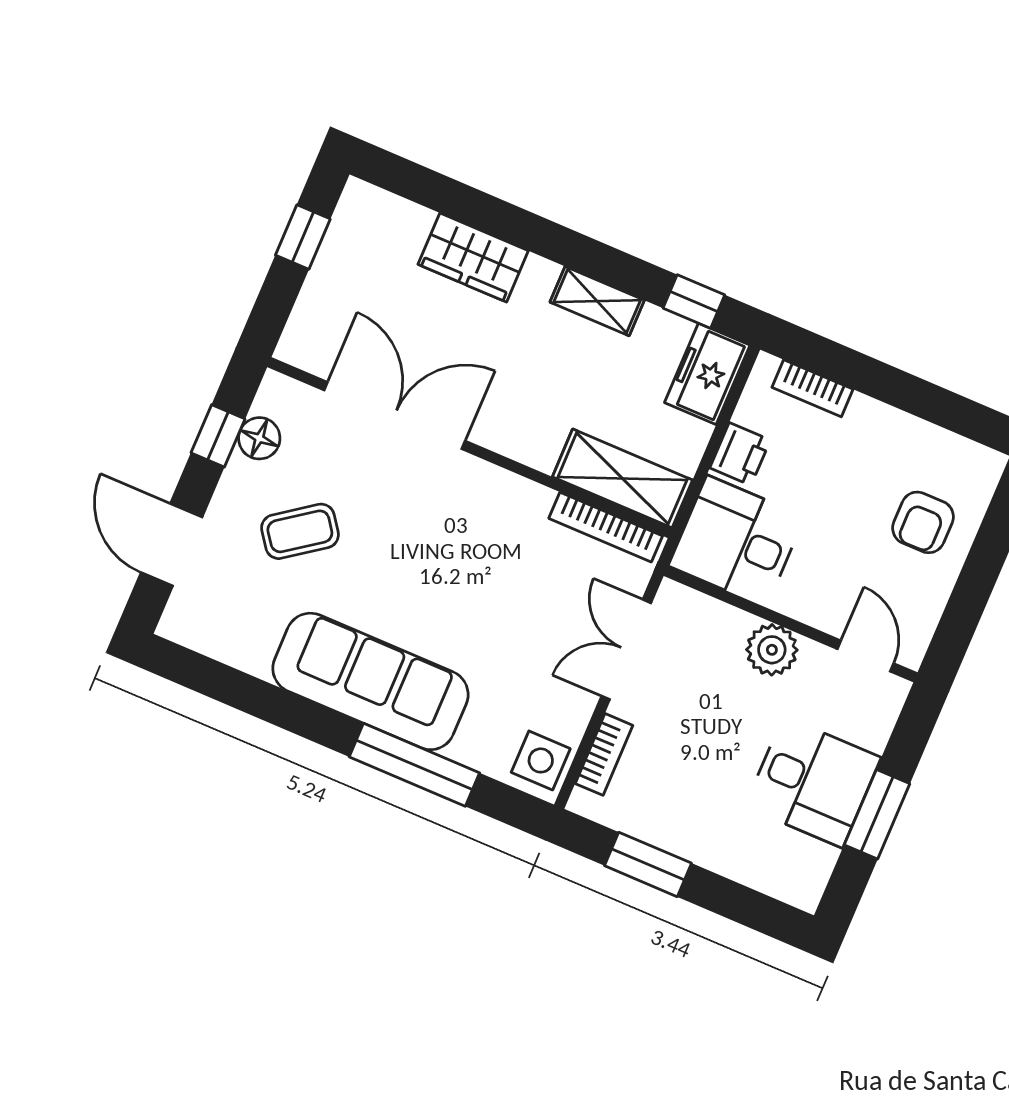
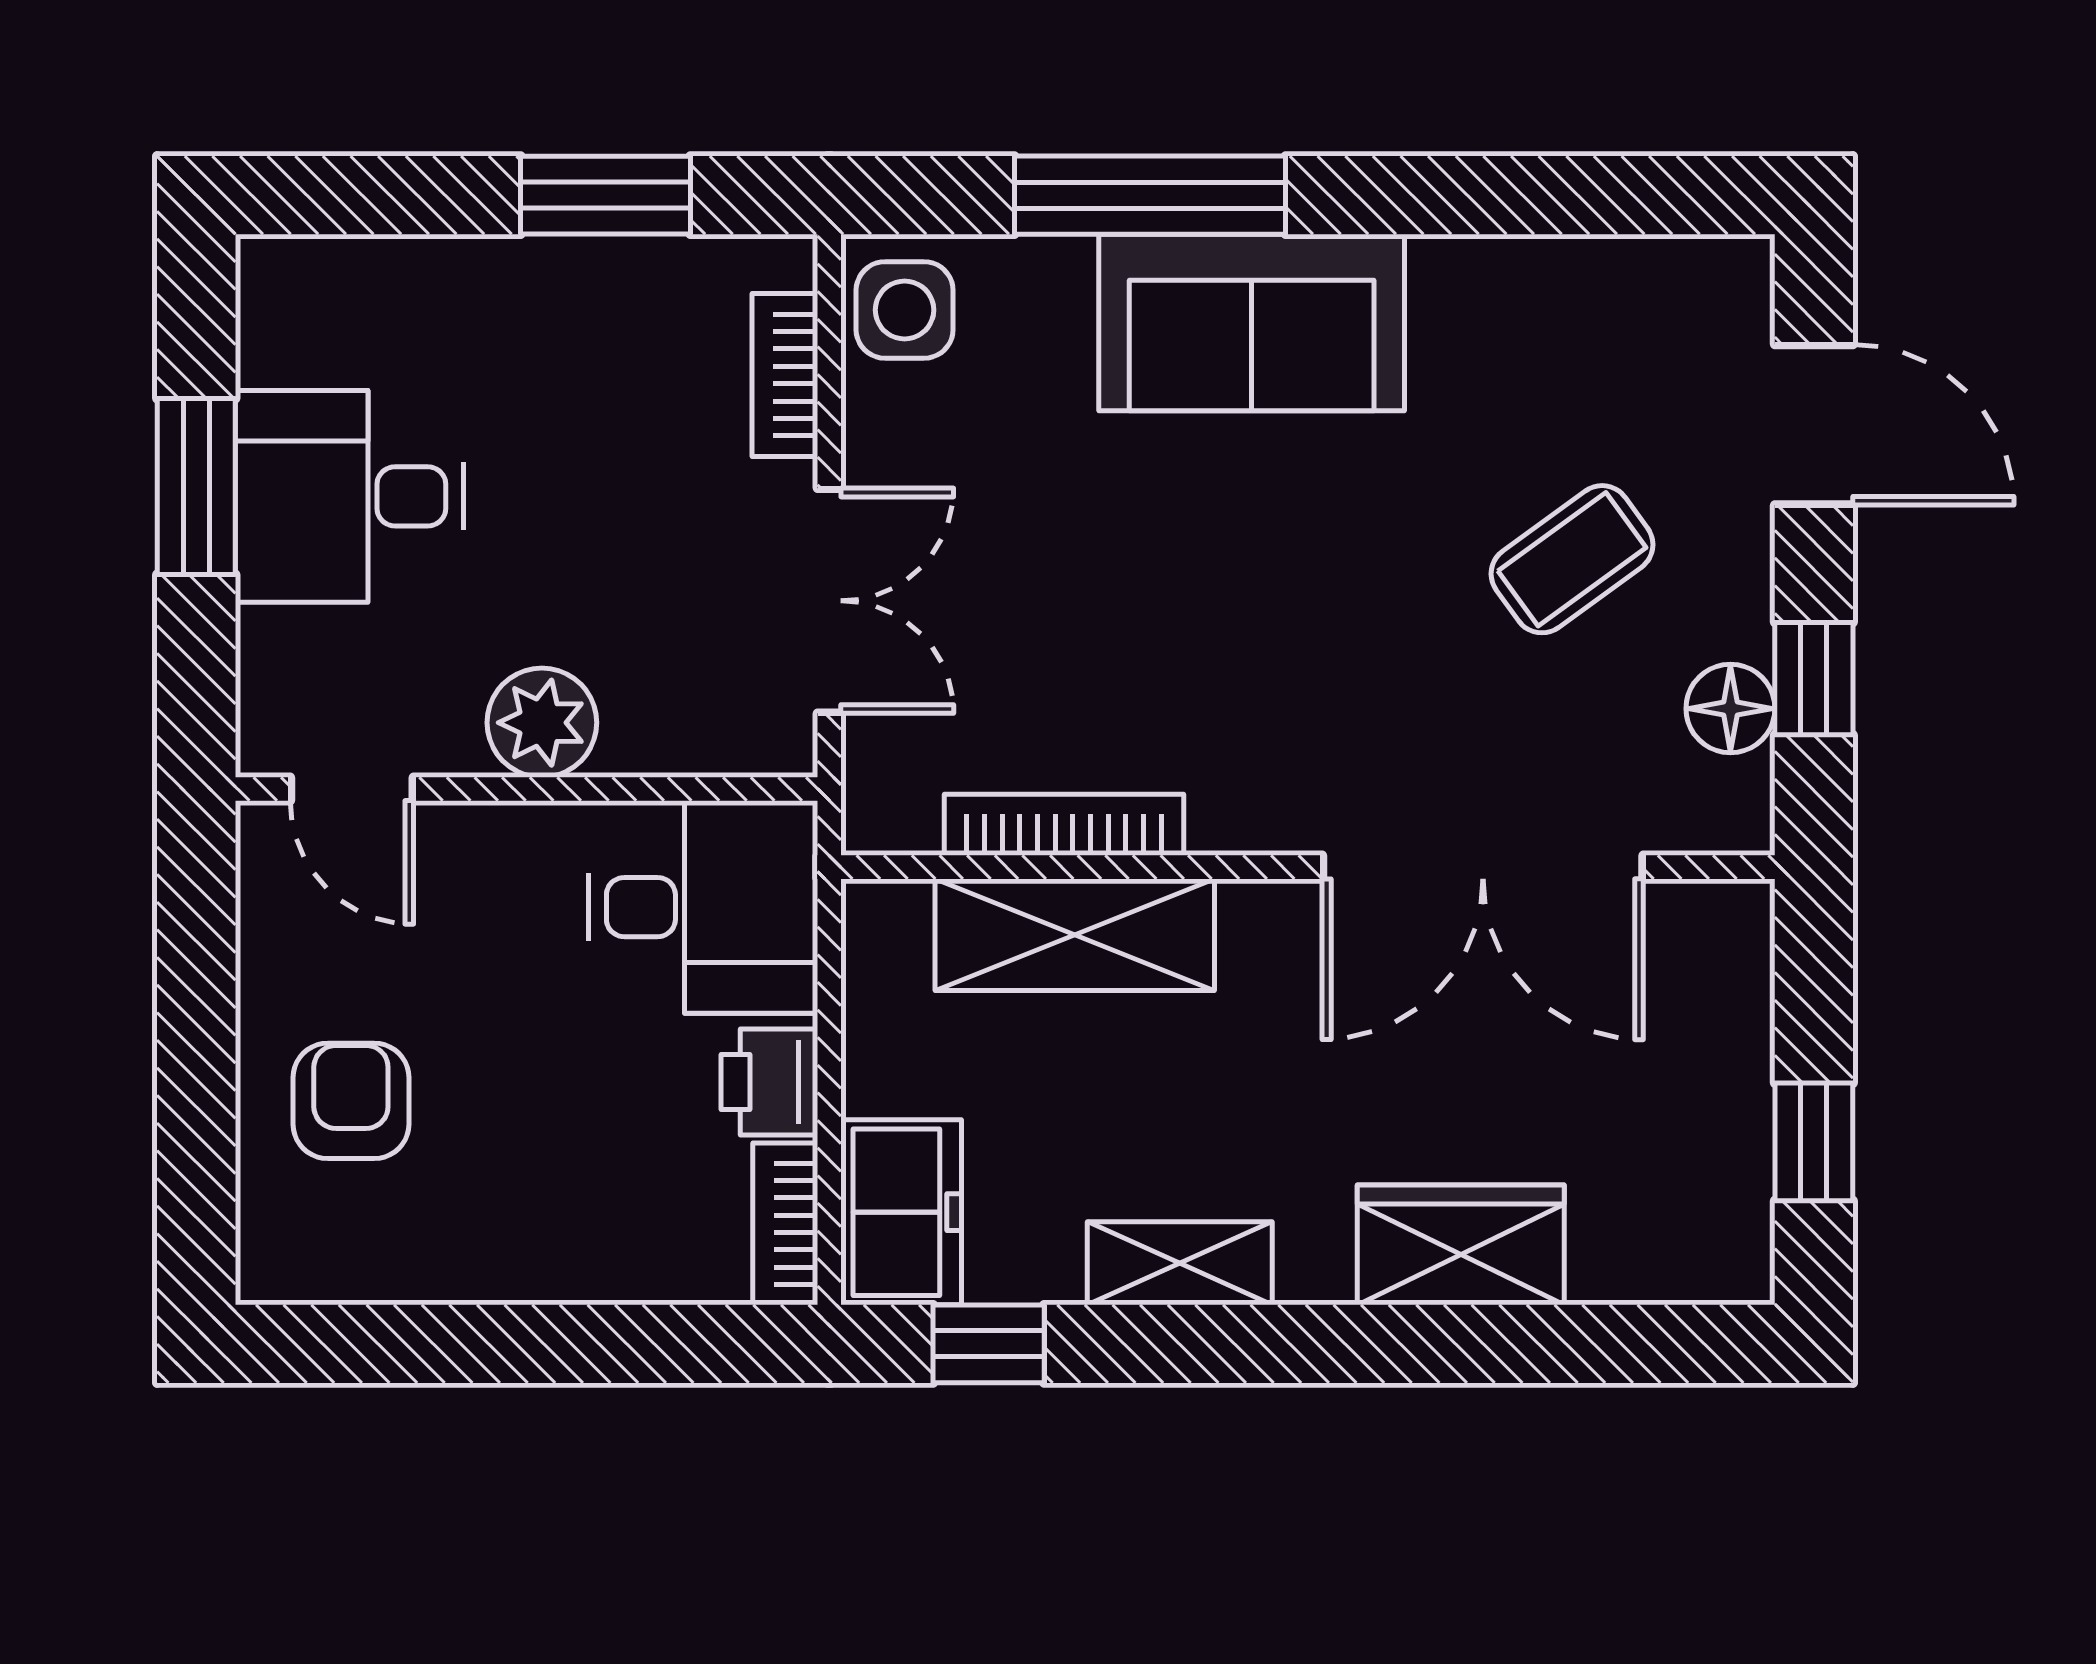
bookcase: (812, 388) -> (785, 1224), moved, turned -90
shelving: (622, 478) -> (1075, 935), moved
bookcase: (606, 527) -> (1064, 825), moved
sofa: (370, 681) -> (1252, 323), width x0.73

